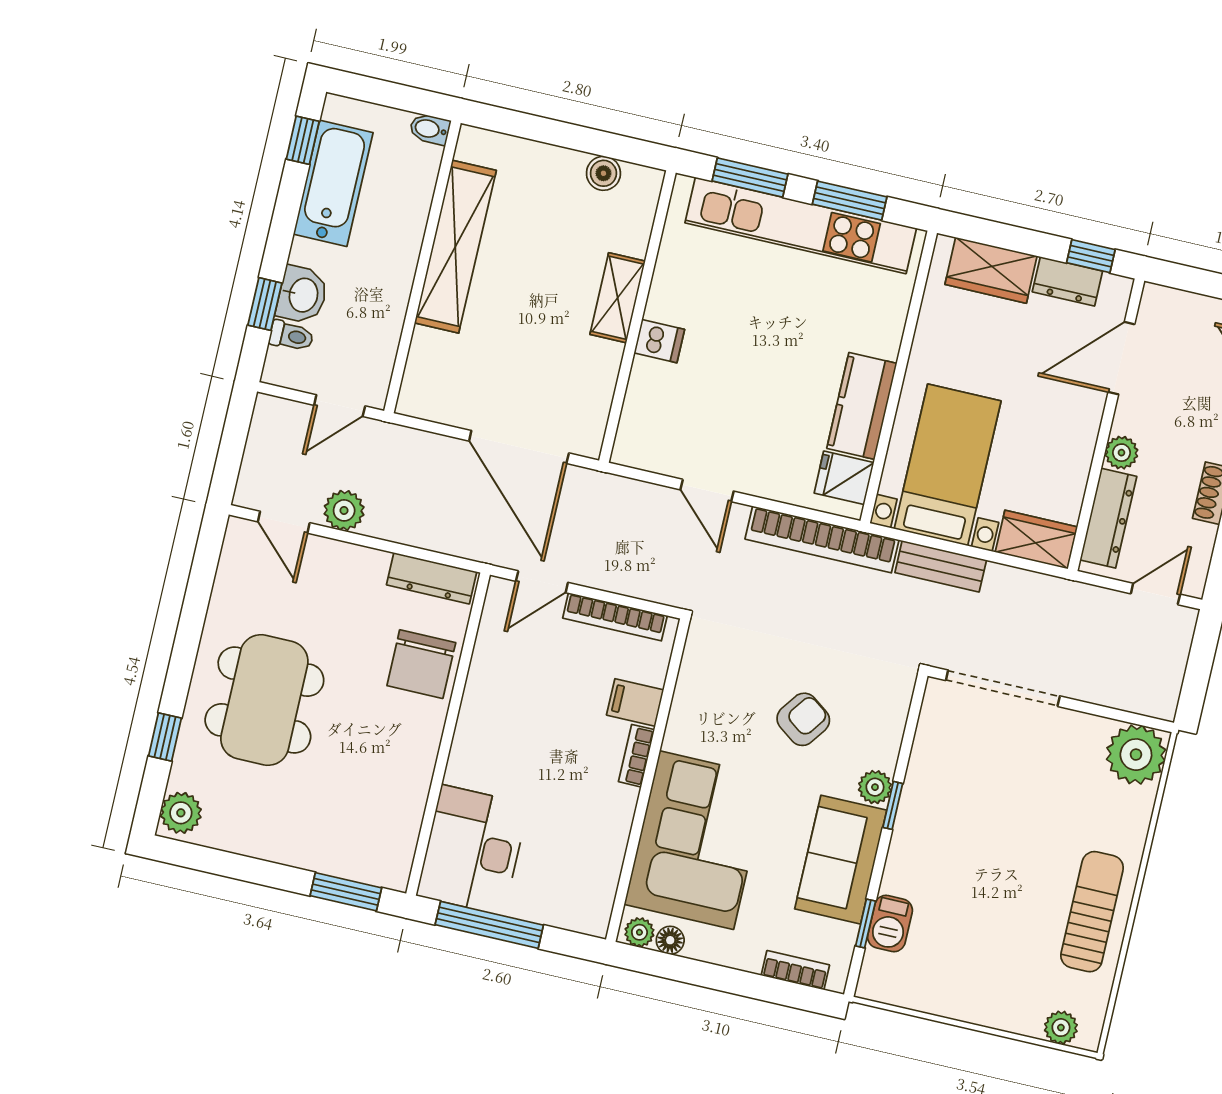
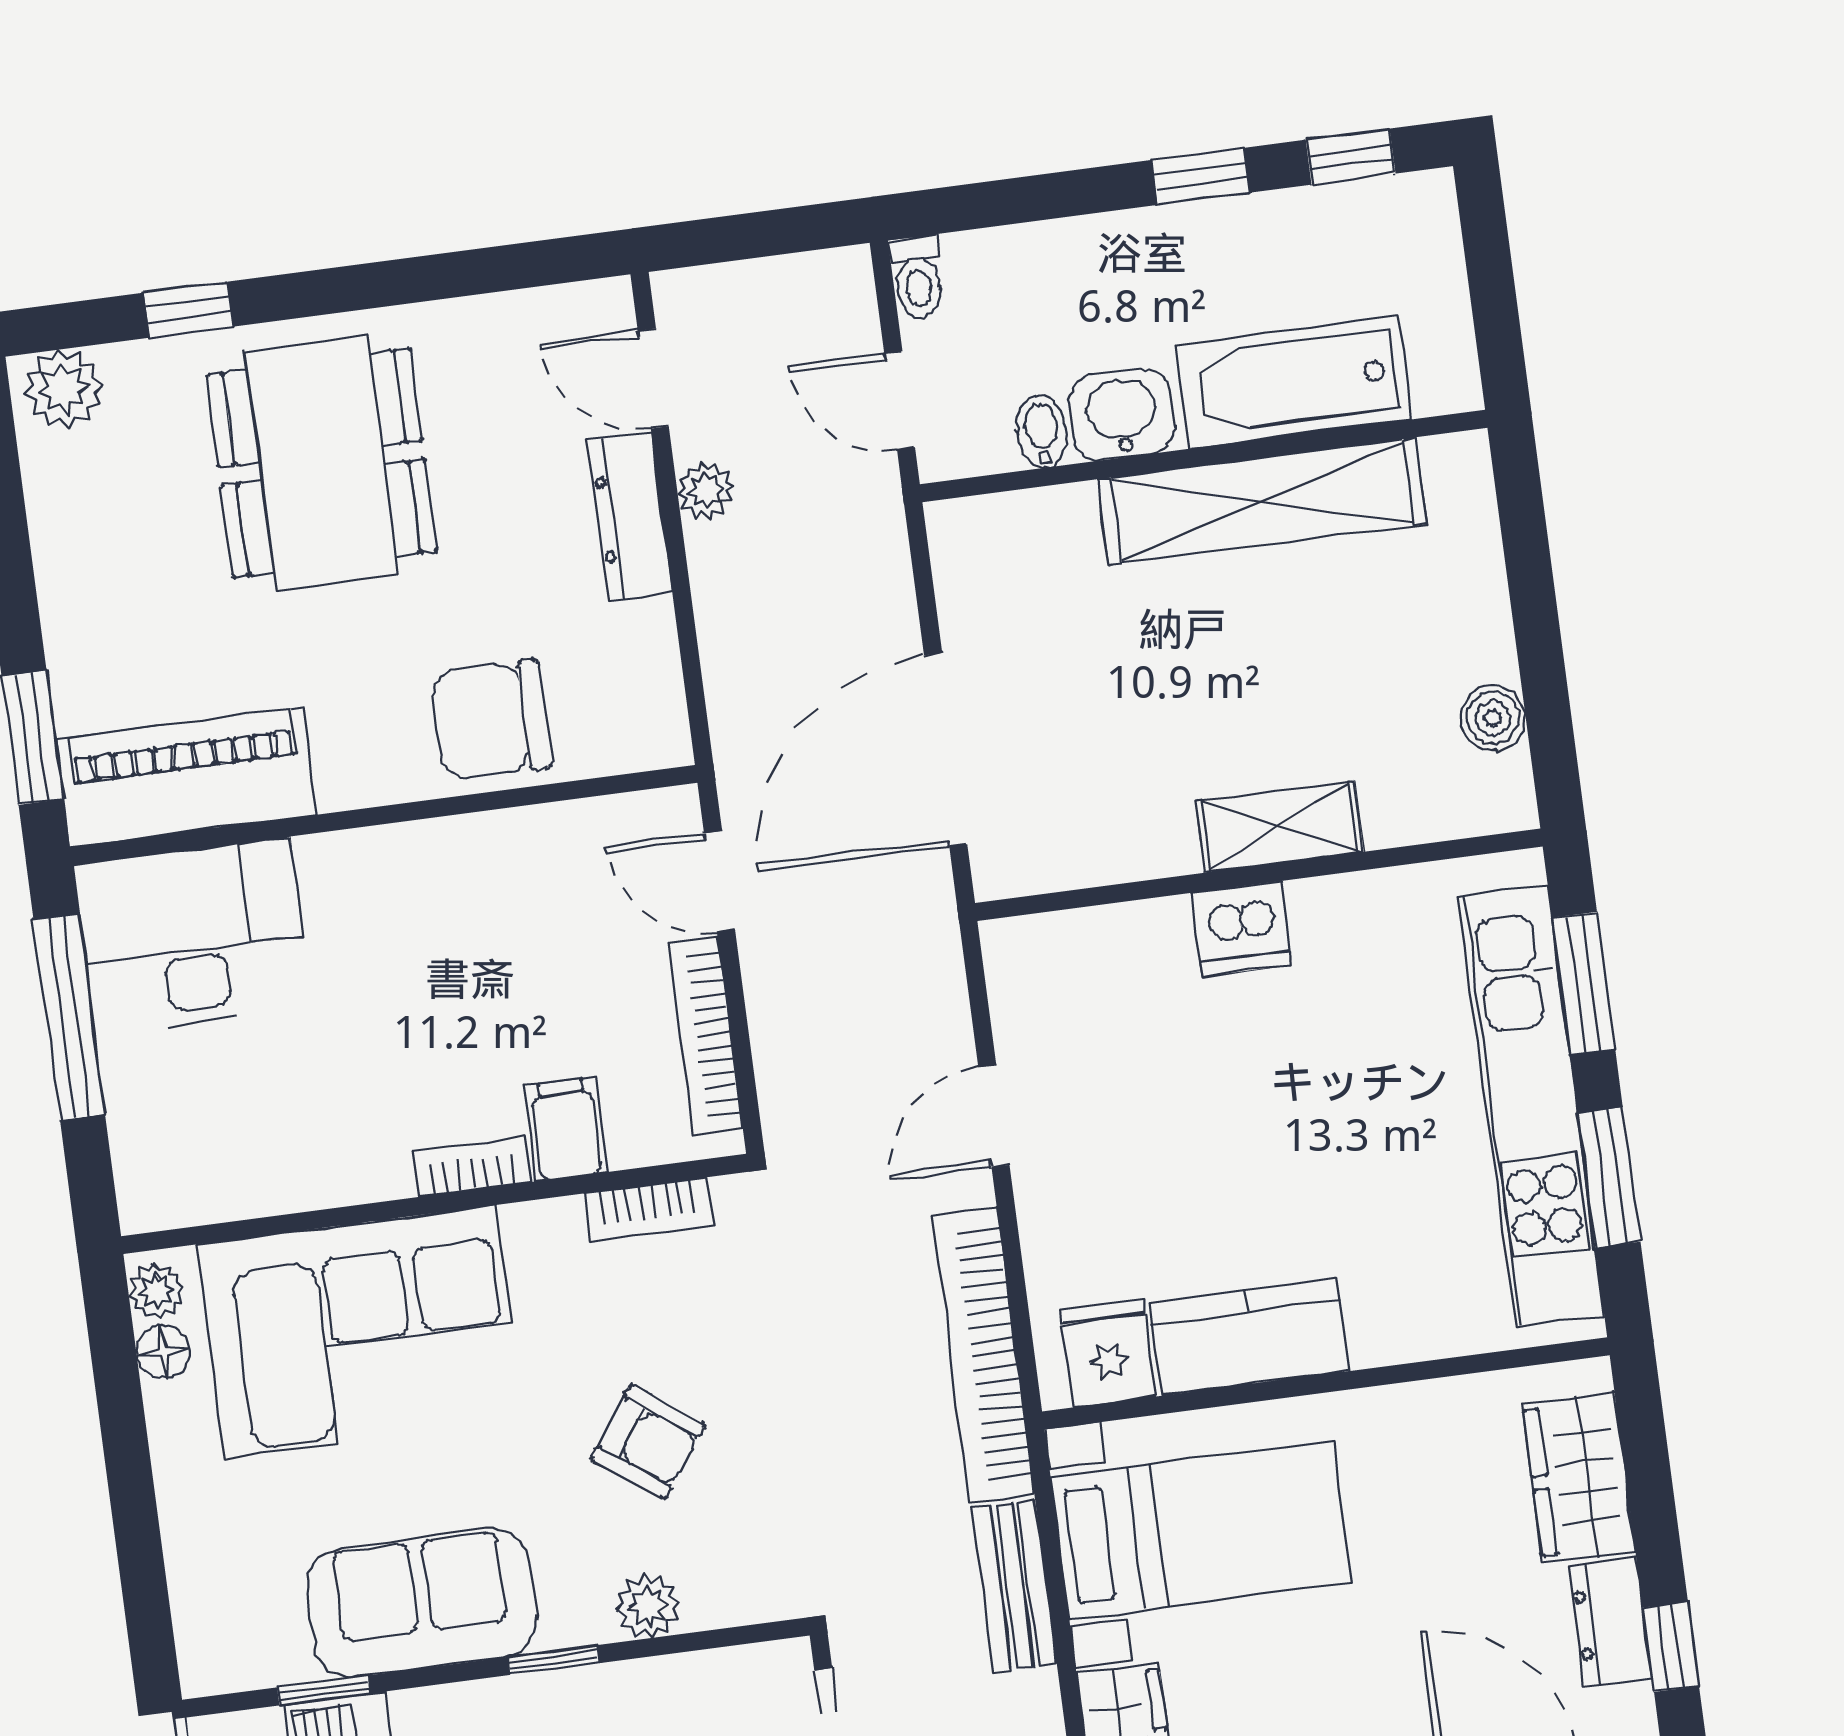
bidet: (430, 129) -> (1042, 431), moved
bathtub: (333, 183) -> (1294, 382), moved, turned 180
washbasin: (302, 295) -> (1122, 414), moved, turned 180
window: (265, 304) -> (1201, 176), moved
toilet: (291, 336) -> (918, 277), moved
dishwasher: (659, 341) -> (1242, 929), width x1.38
plant: (344, 510) -> (706, 491), width x0.73, depth x0.73
door: (284, 522) -> (653, 378), hinge flipped
dresser: (432, 578) -> (630, 517), moved
dining table: (264, 700) -> (322, 463), turned 90
plant: (875, 787) -> (648, 1606), moved
piano: (393, 824) -> (187, 777), added
bookcase: (795, 970) -> (648, 1210), moved, turned 90

